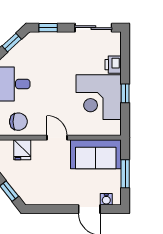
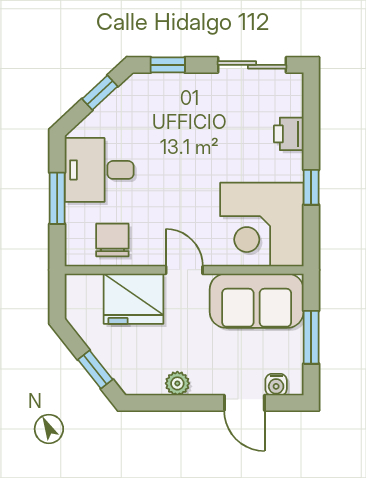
corner desk: (99, 97) -> (262, 225), moved
chair: (18, 122) -> (112, 240), turned -90
fridge: (22, 150) -> (134, 299), width x1.88, depth x1.34
plant: (53, 199) -> (177, 383), added

